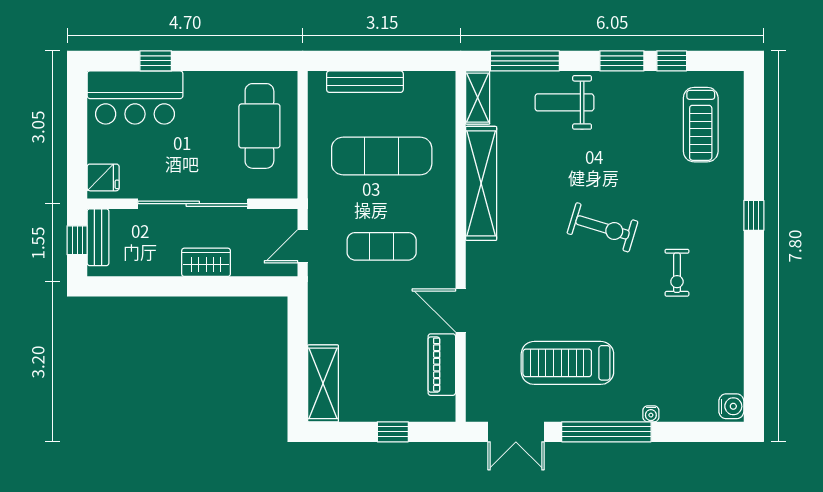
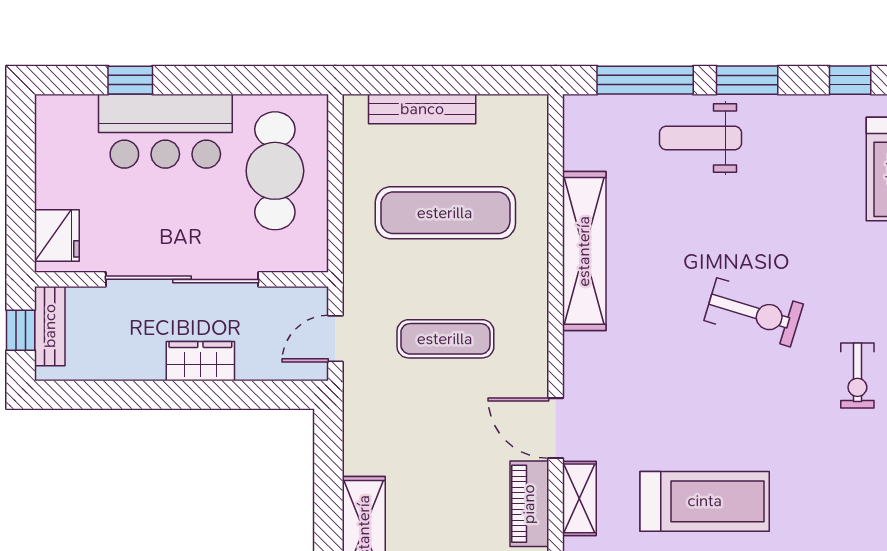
window: (622, 61) -> (747, 80), moved
bar counter: (135, 97) -> (165, 131), moved
shelving: (478, 98) -> (579, 498), moved
fridge: (103, 177) -> (57, 235), width x1.38
treadmill: (567, 363) -> (705, 501), turned 180

